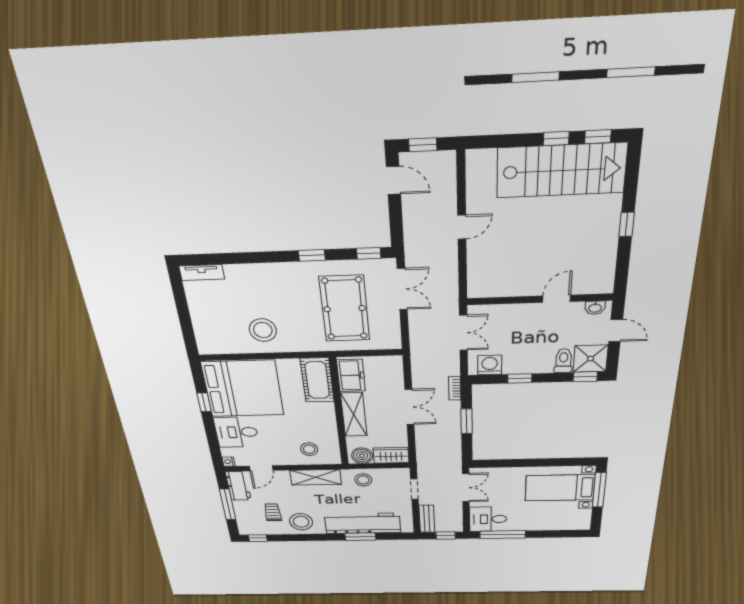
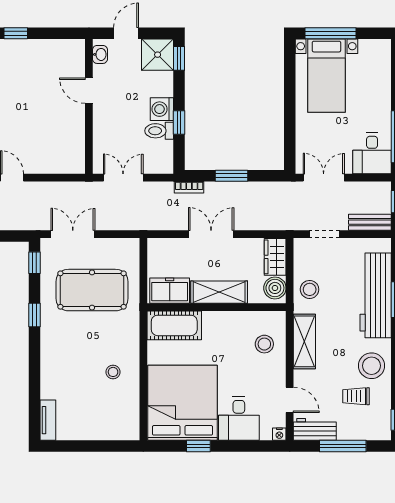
stool: (263, 330) -> (113, 372), width x0.53, depth x0.53
toilet: (563, 361) -> (159, 131), moved
washing machine: (490, 365) -> (162, 109), moved

